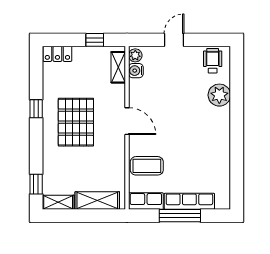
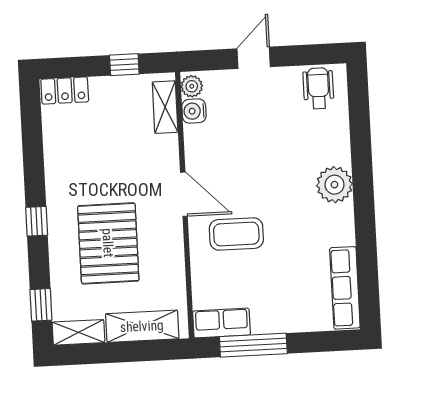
plant: (219, 95) -> (334, 185), moved
window: (36, 109) -> (37, 221), moved
pallet: (76, 122) -> (108, 243), moved
coffee table: (147, 166) -> (236, 234), moved
row of seats: (189, 201) -> (345, 288), moved, turned -90
window: (180, 216) -> (253, 345), moved

